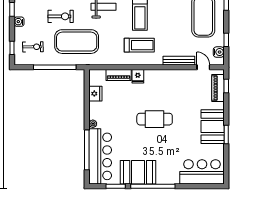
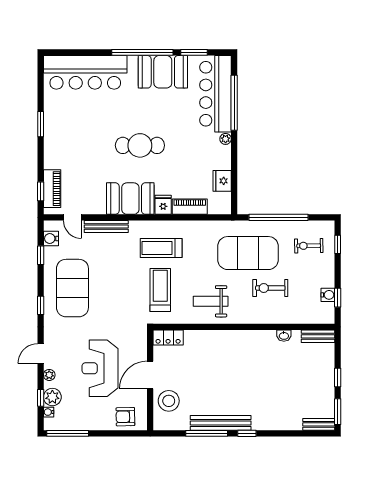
water cooler: (19, 22) -> (328, 295), moved
booth: (213, 127) -> (130, 199), moved, turned 90
bar counter: (202, 172) -> (85, 72), width x1.36

